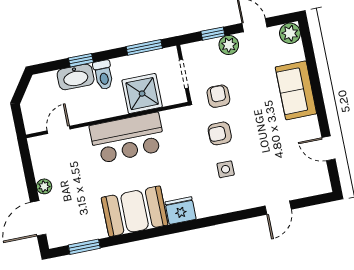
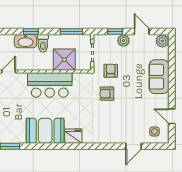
side table: (226, 169) -> (154, 131), moved

